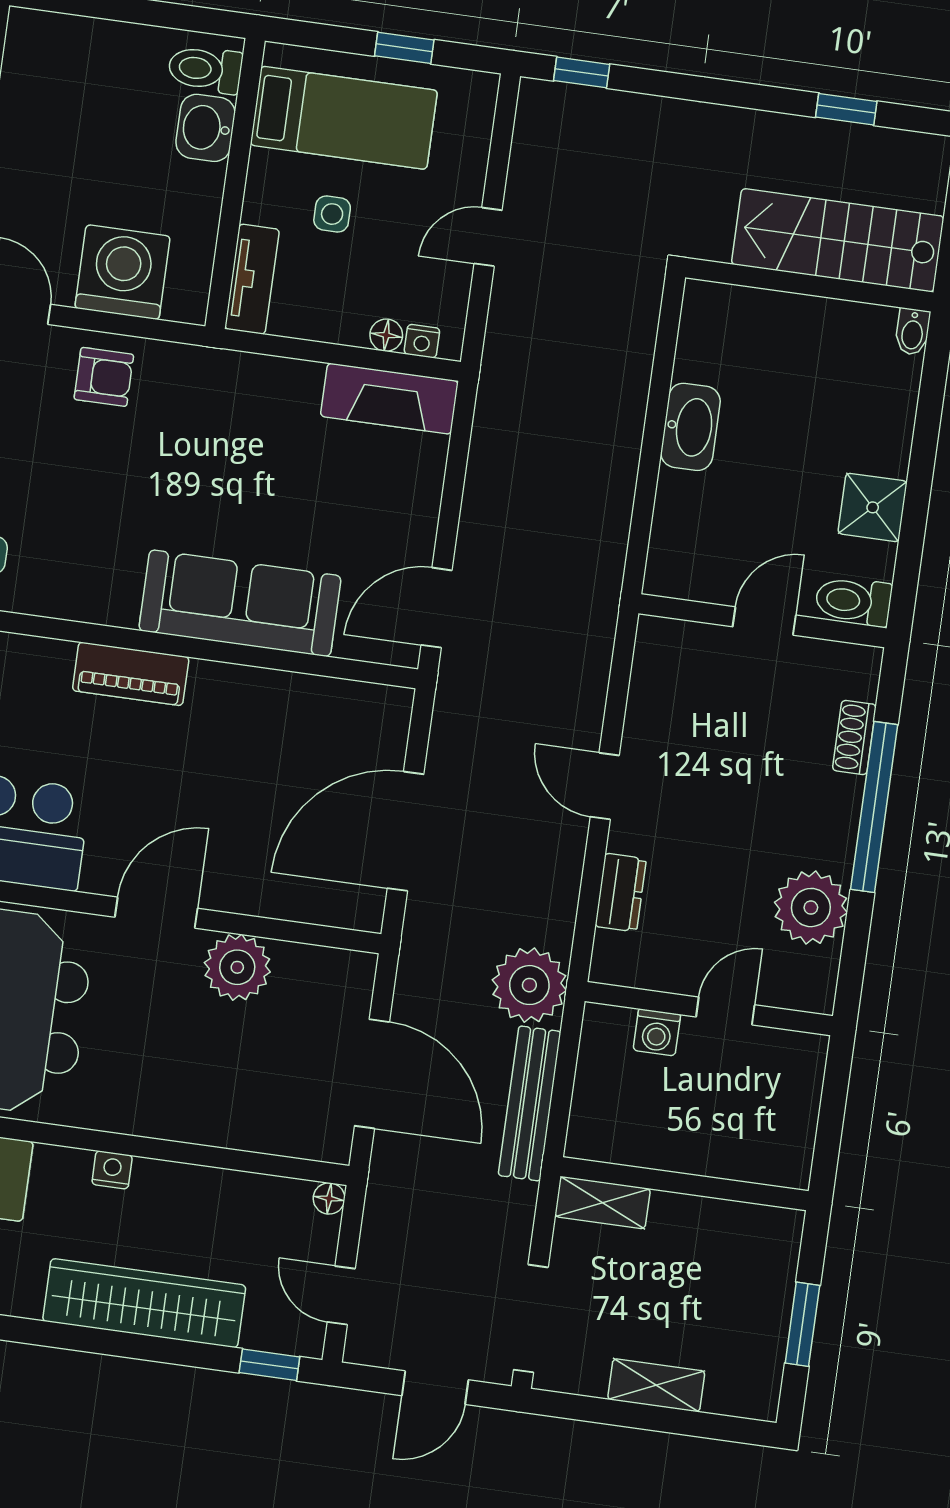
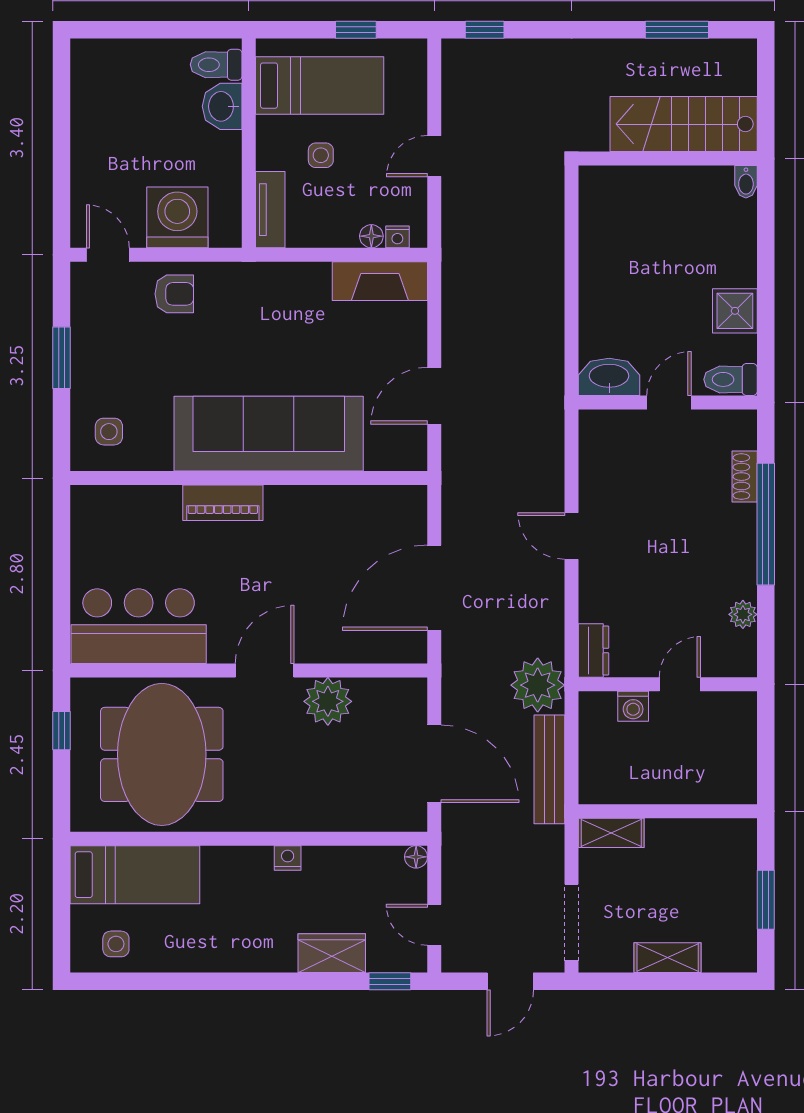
window: (846, 109) -> (677, 30), width x1.50
washbasin: (690, 427) -> (609, 377), moved, turned -90
sofa: (240, 603) -> (269, 434), width x1.36, depth x1.27
door: (437, 608) -> (434, 396), moved
dresser: (621, 893) -> (594, 650), moved
plant: (811, 908) -> (743, 614), width x0.53, depth x0.53
nightstand: (112, 1170) -> (288, 858), moved
wardrobe: (144, 1303) -> (332, 953), width x0.48, depth x0.85

